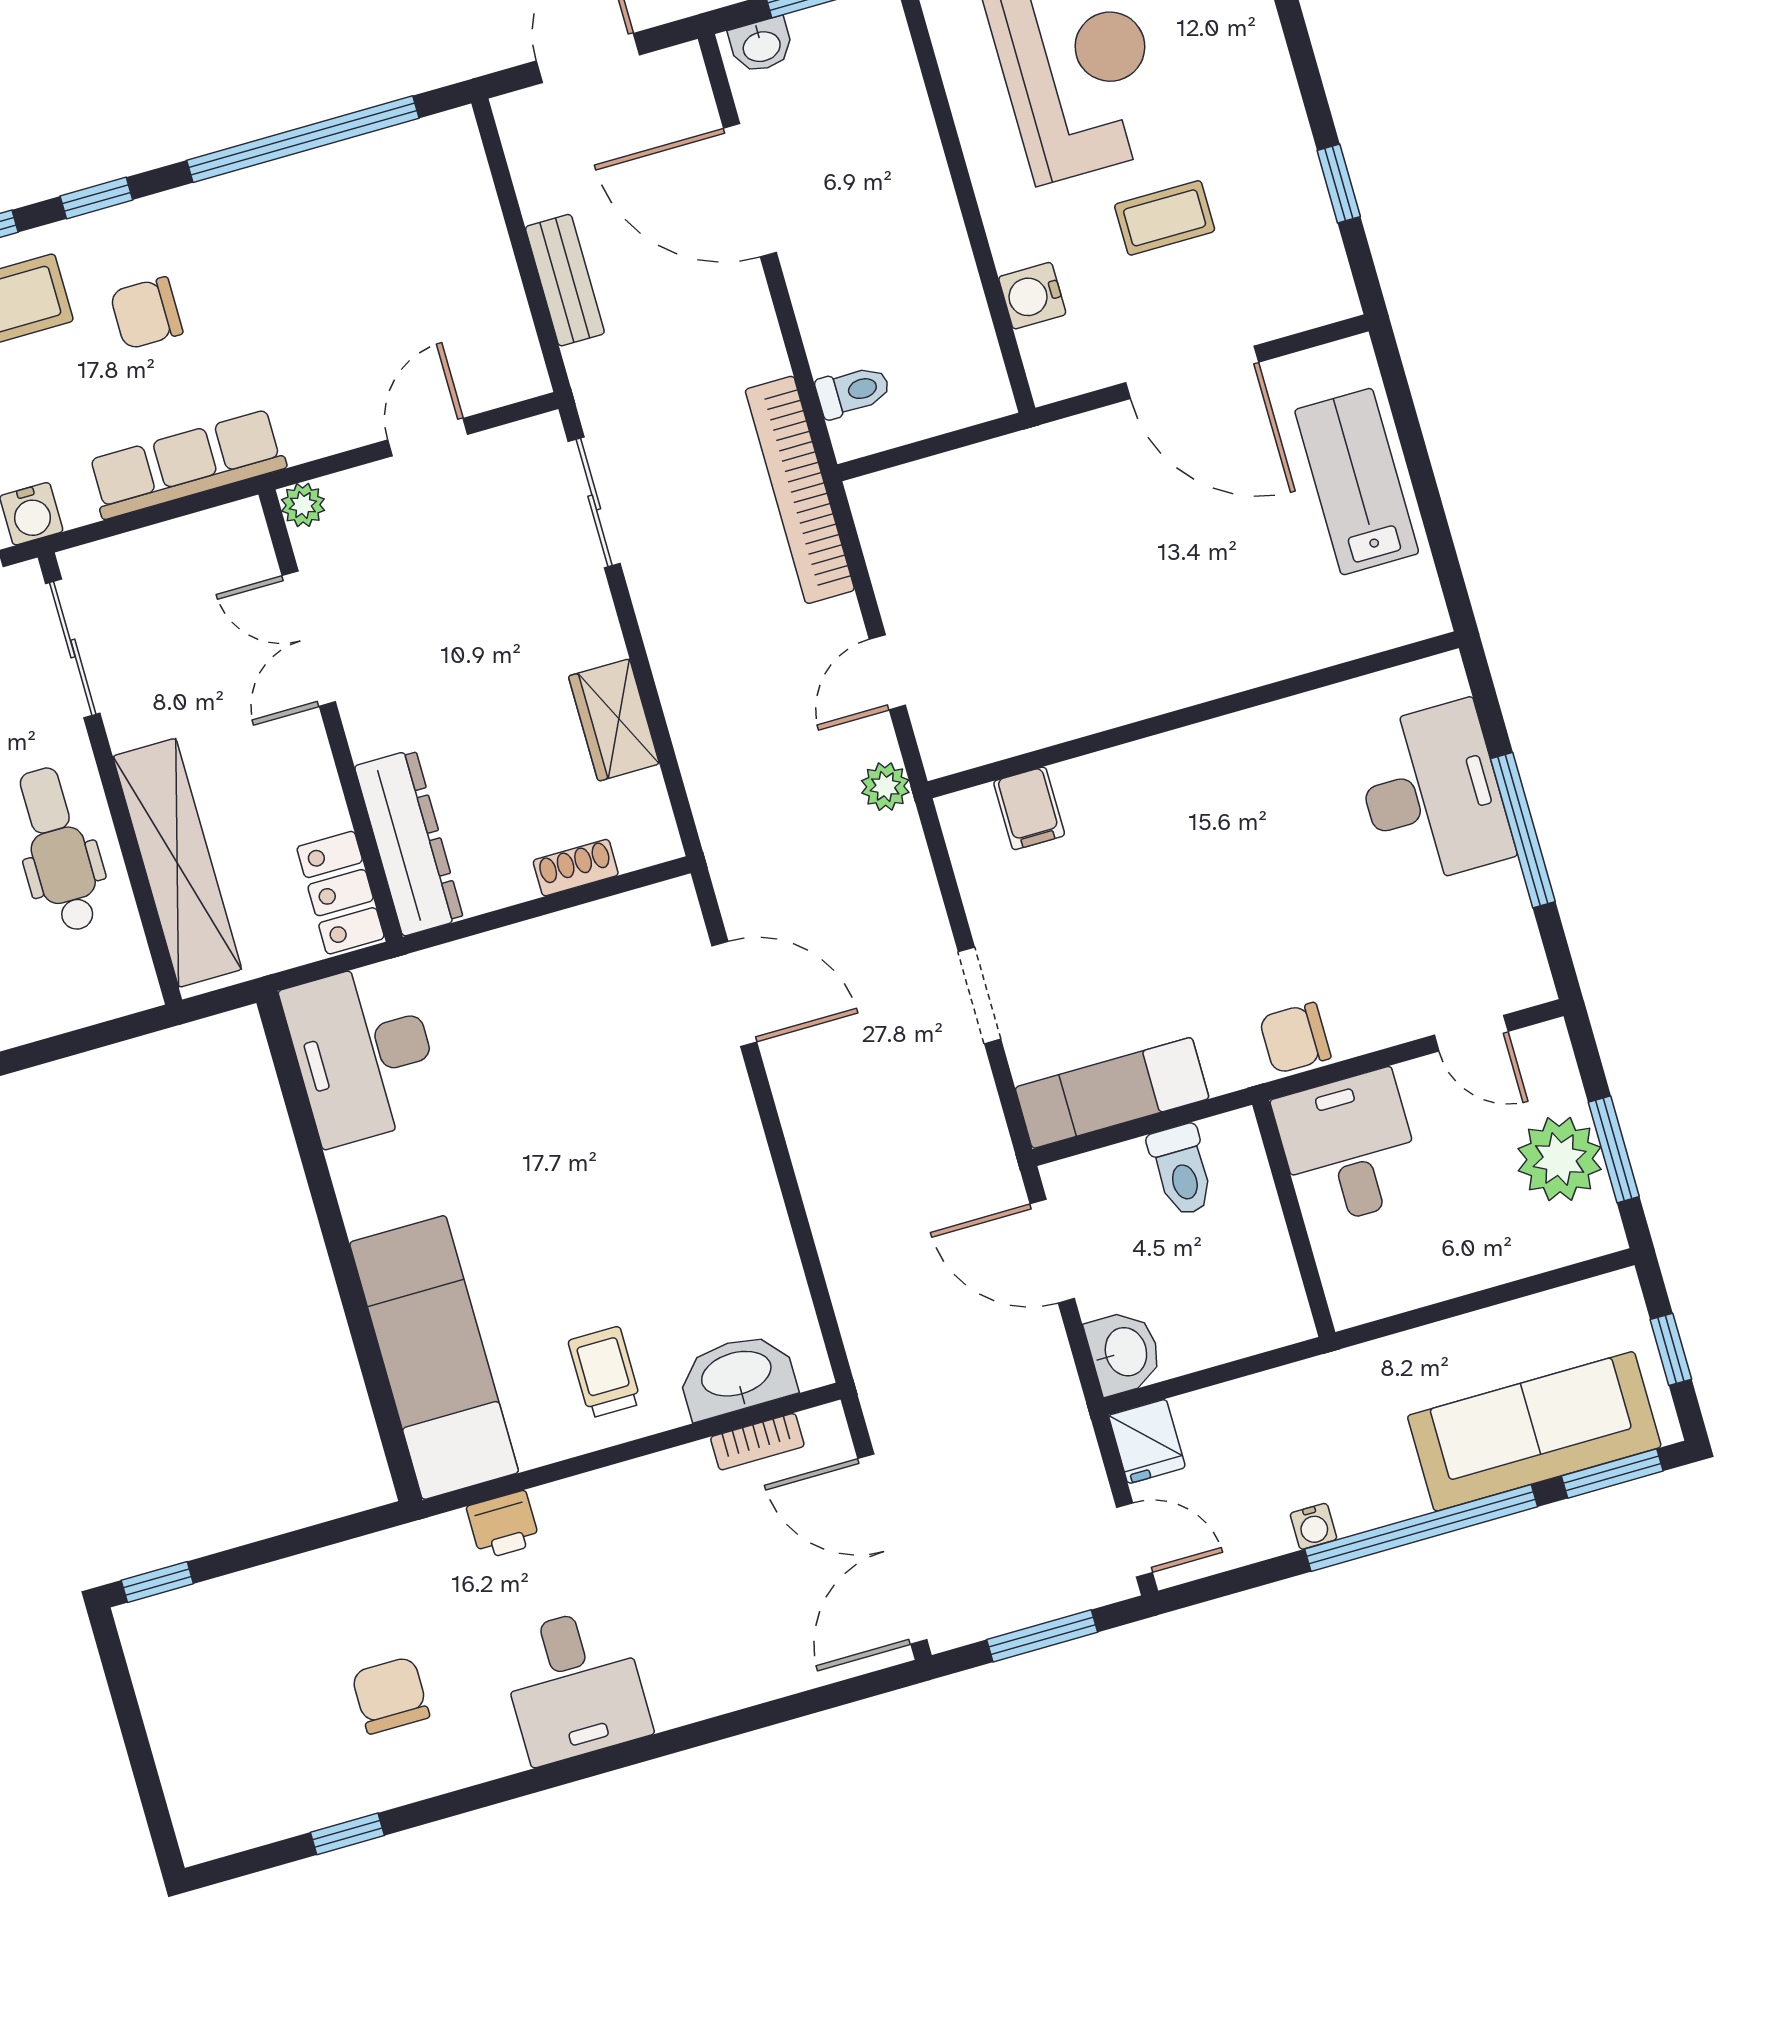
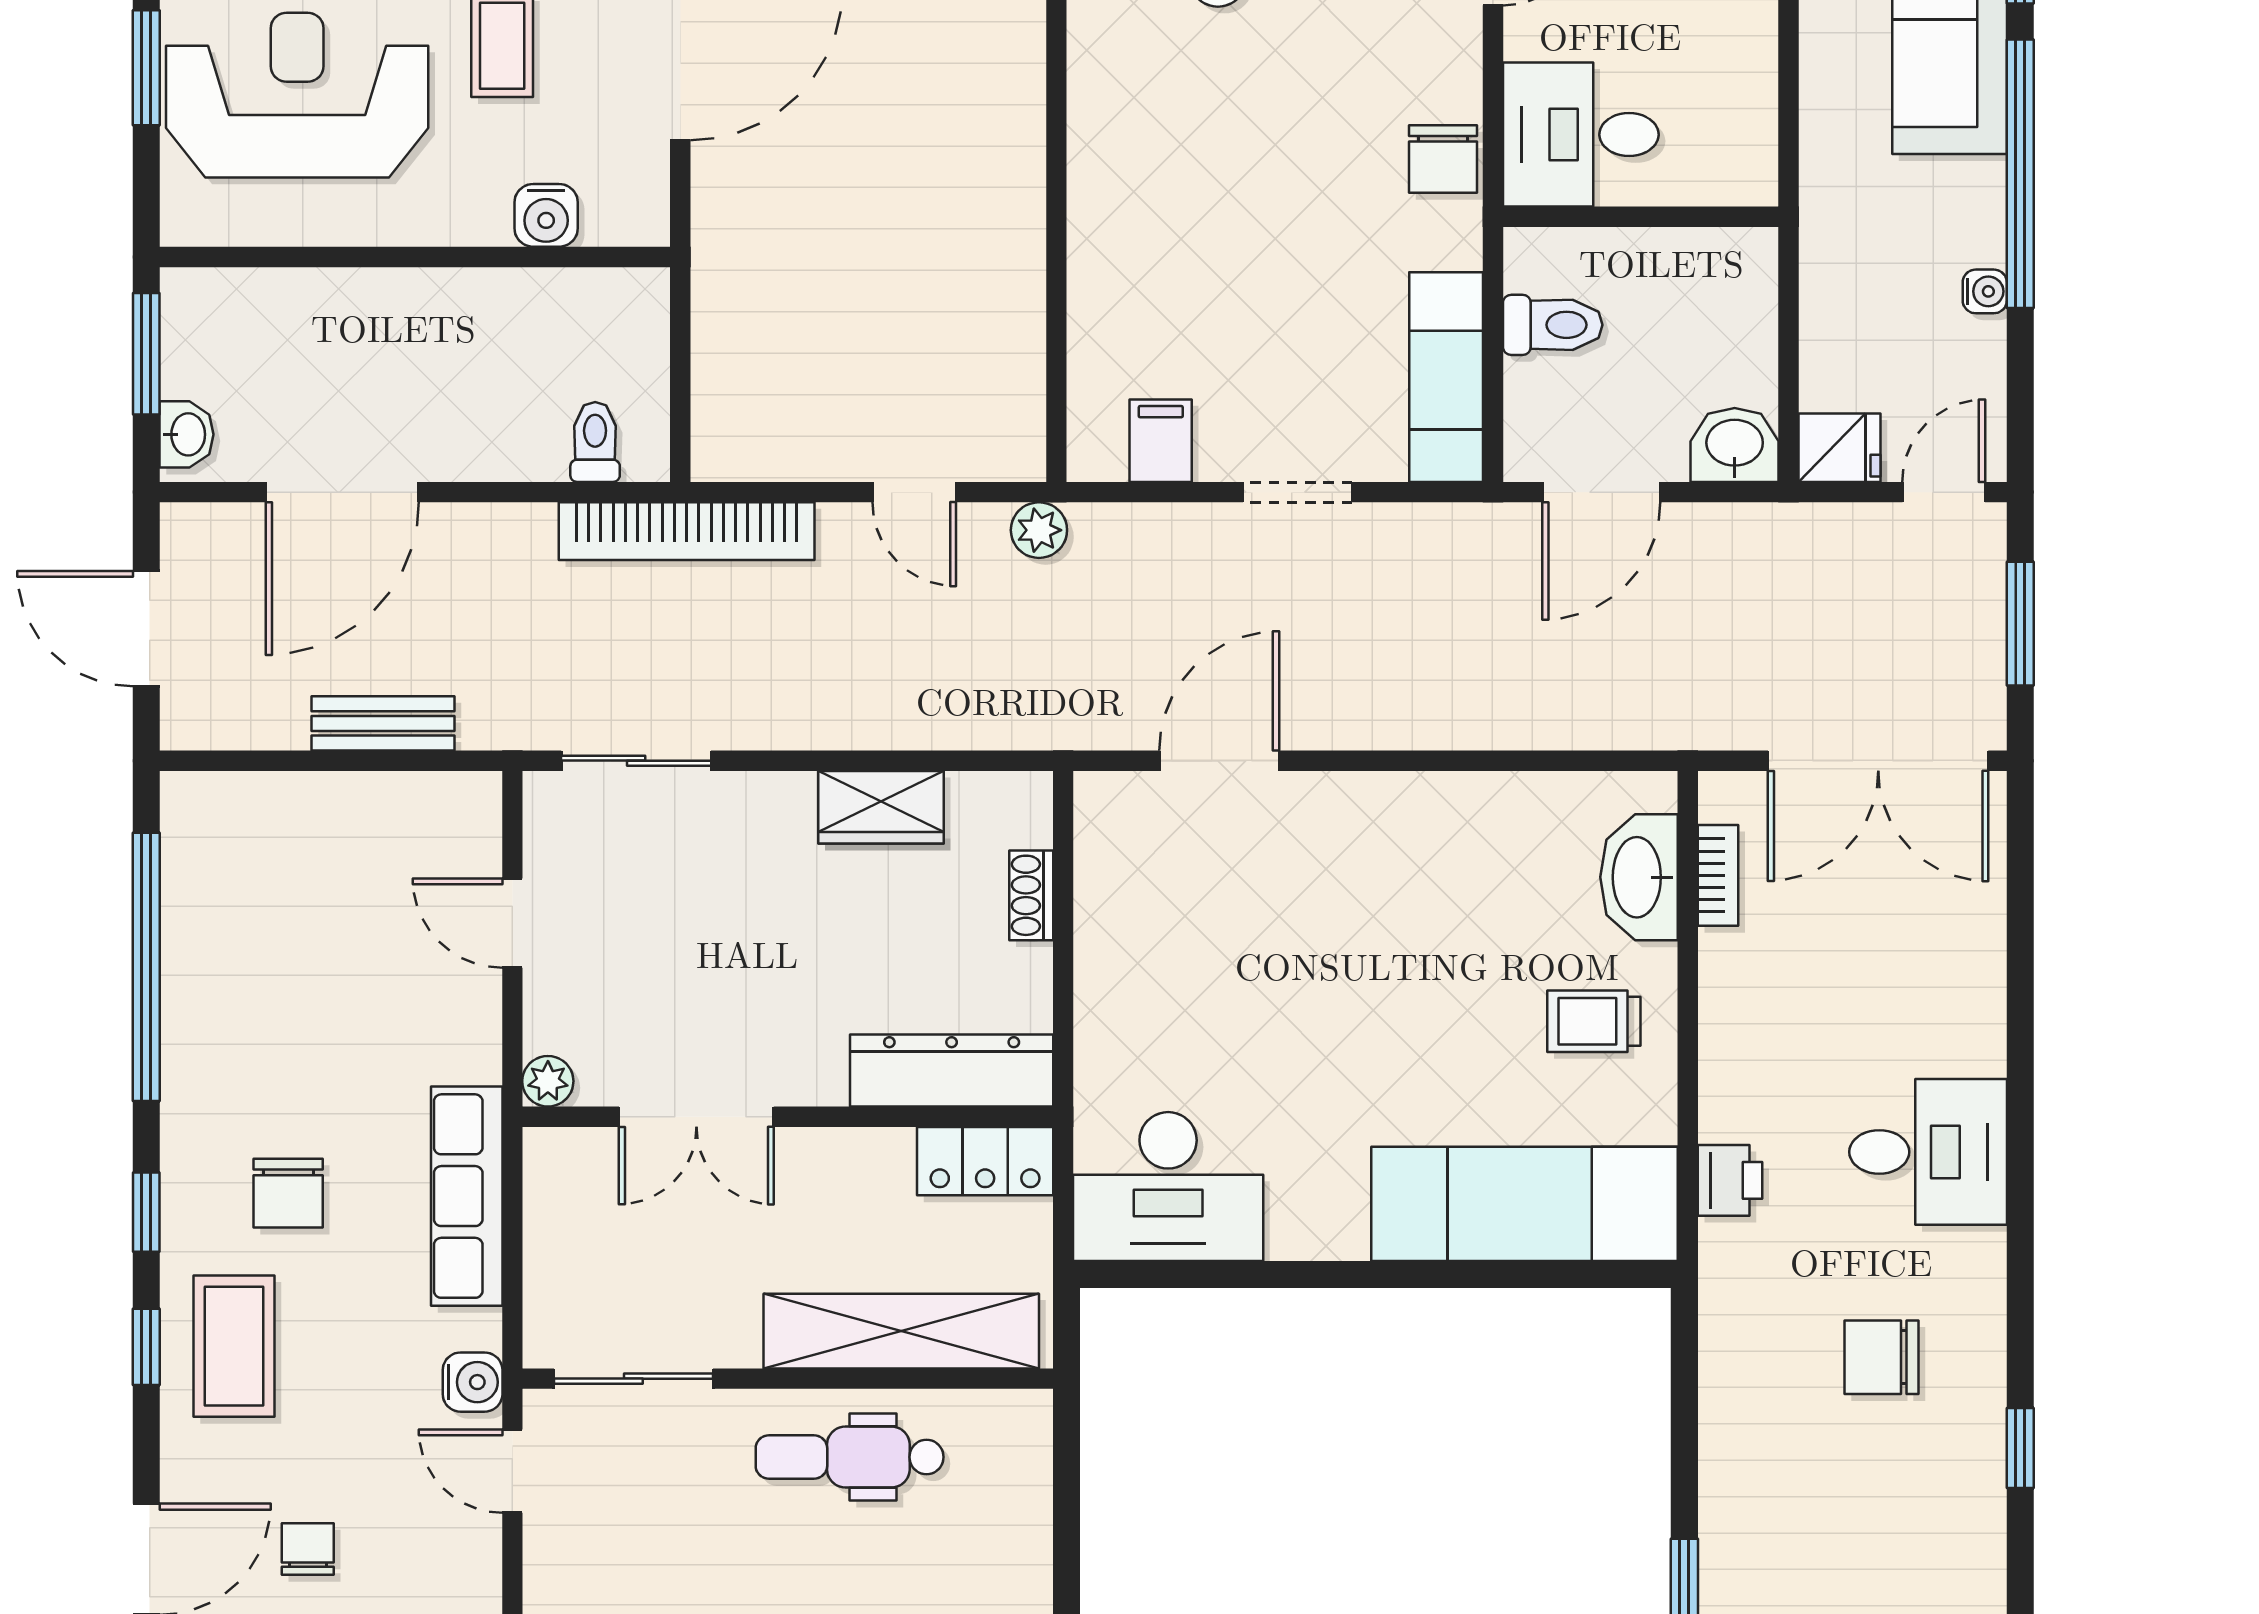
filing cabinet: (1029, 808) -> (1161, 441), moved, turned -90

